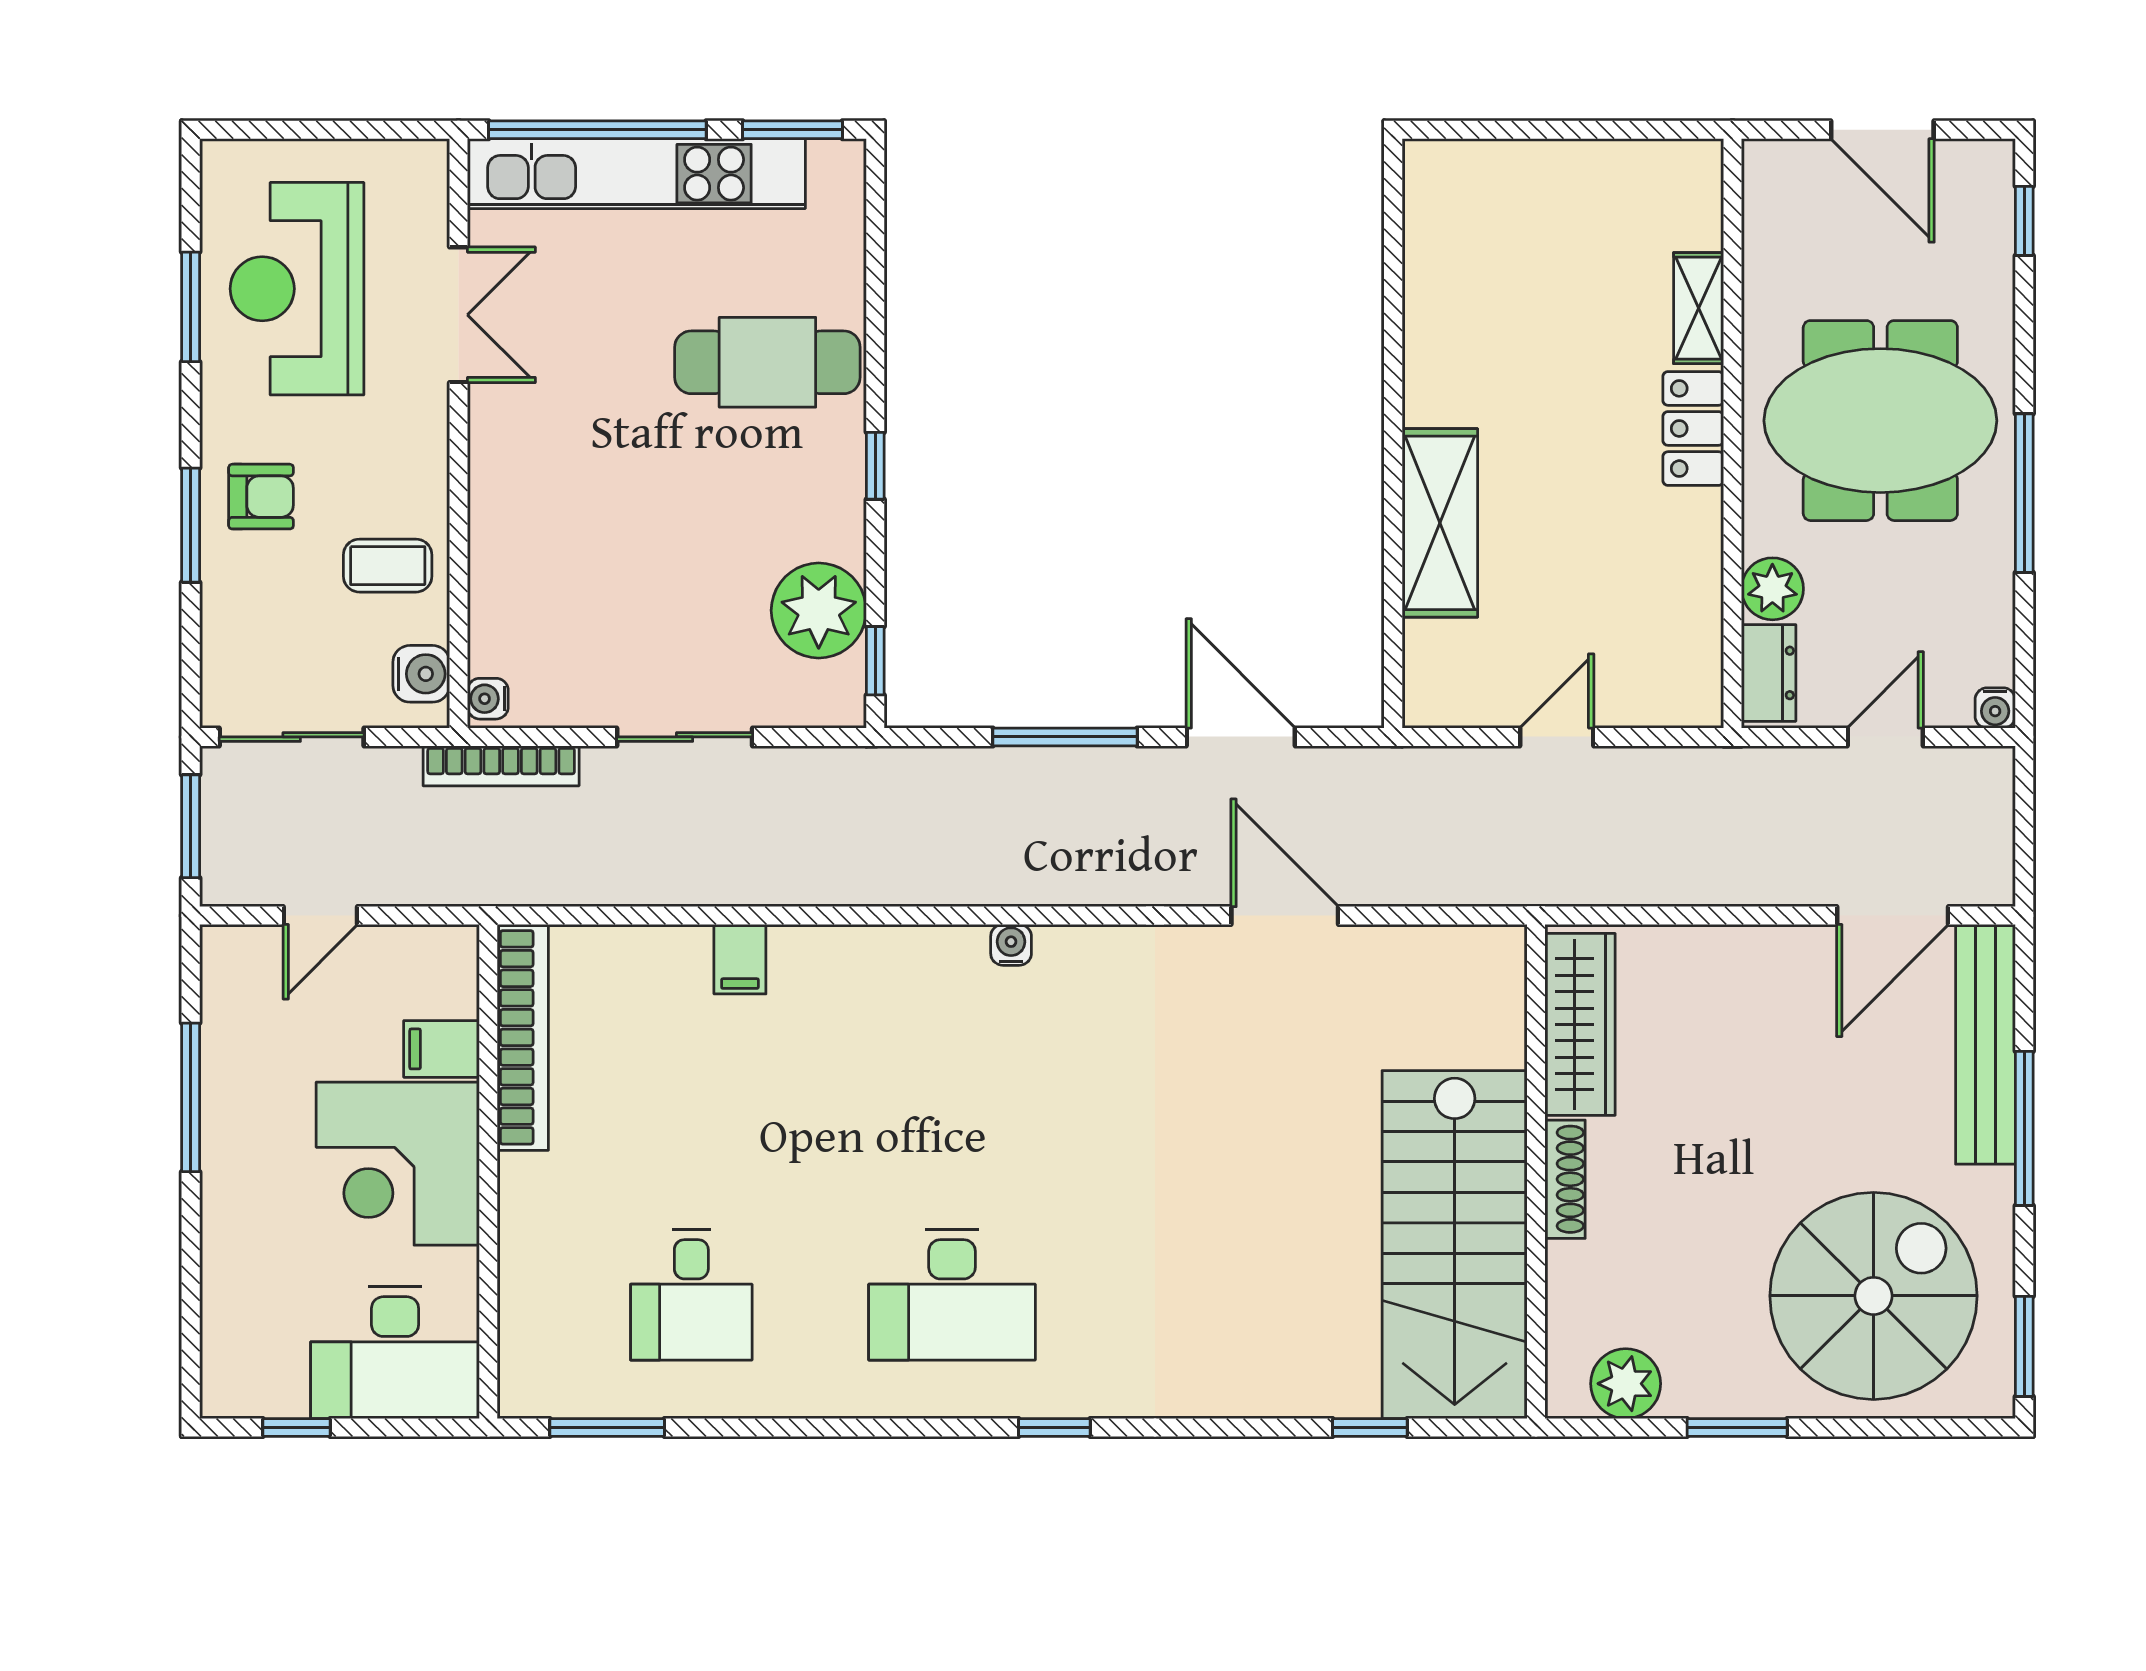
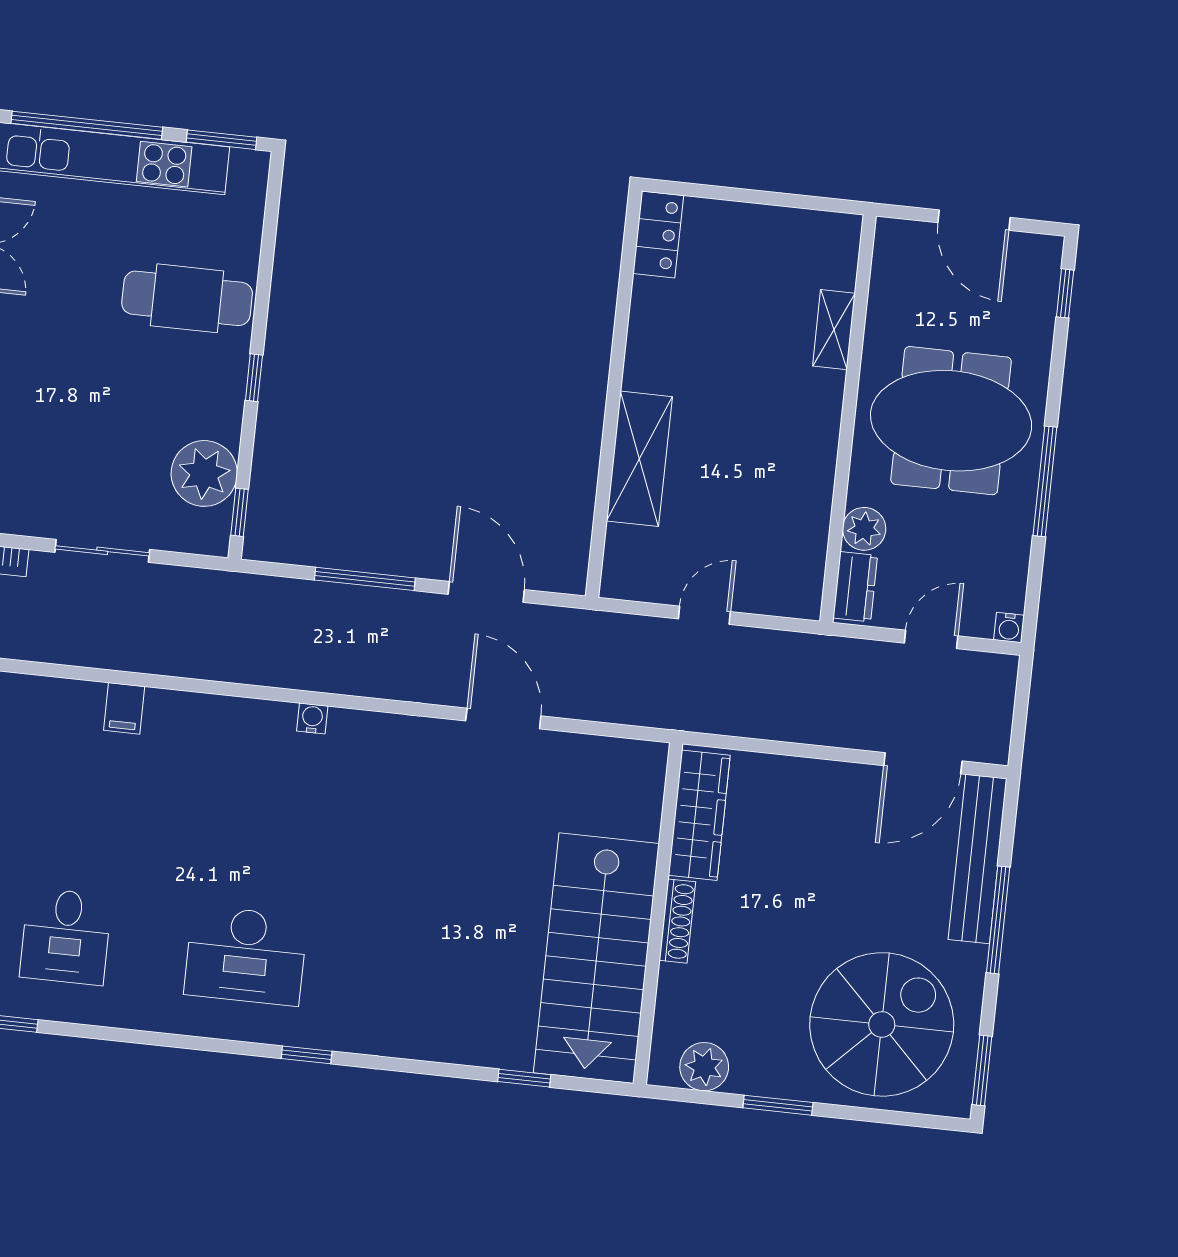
locker: (1693, 428) -> (658, 235), moved, turned 180

